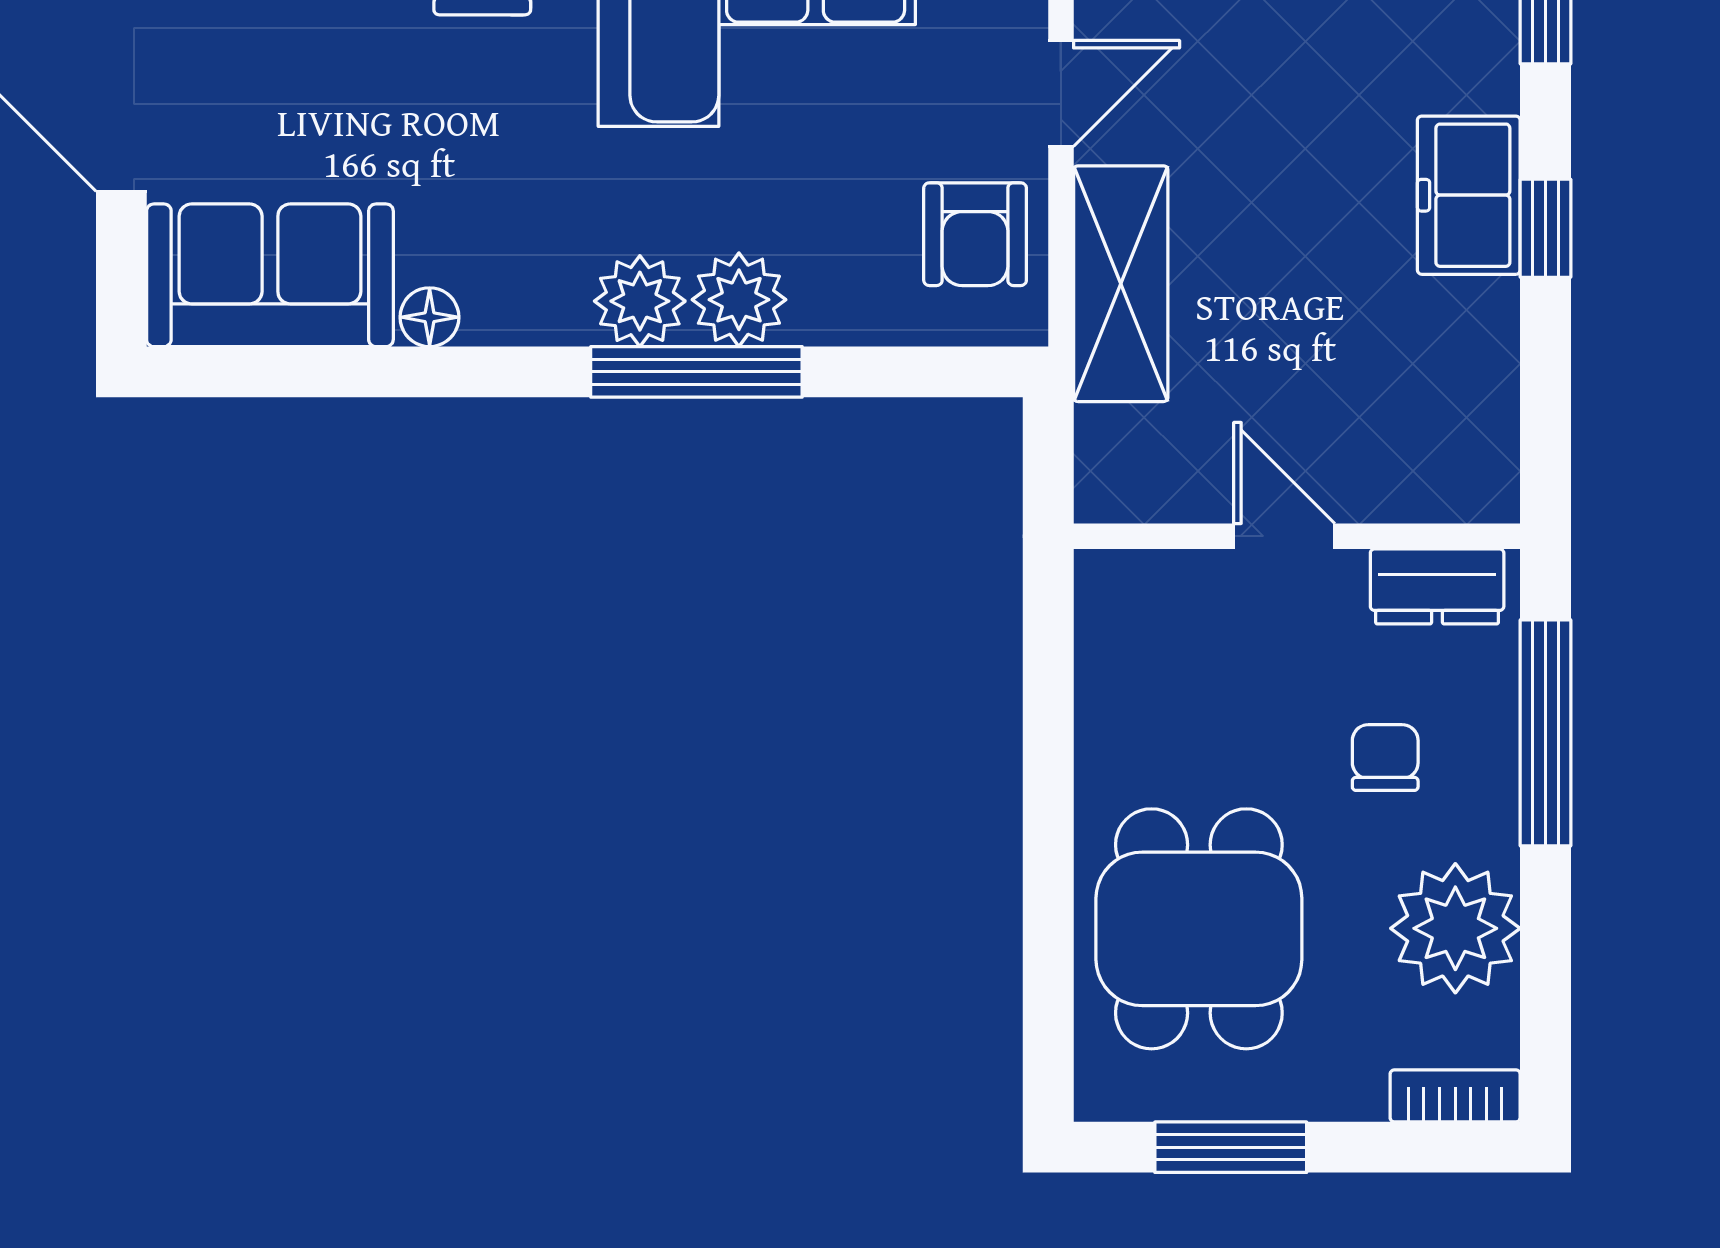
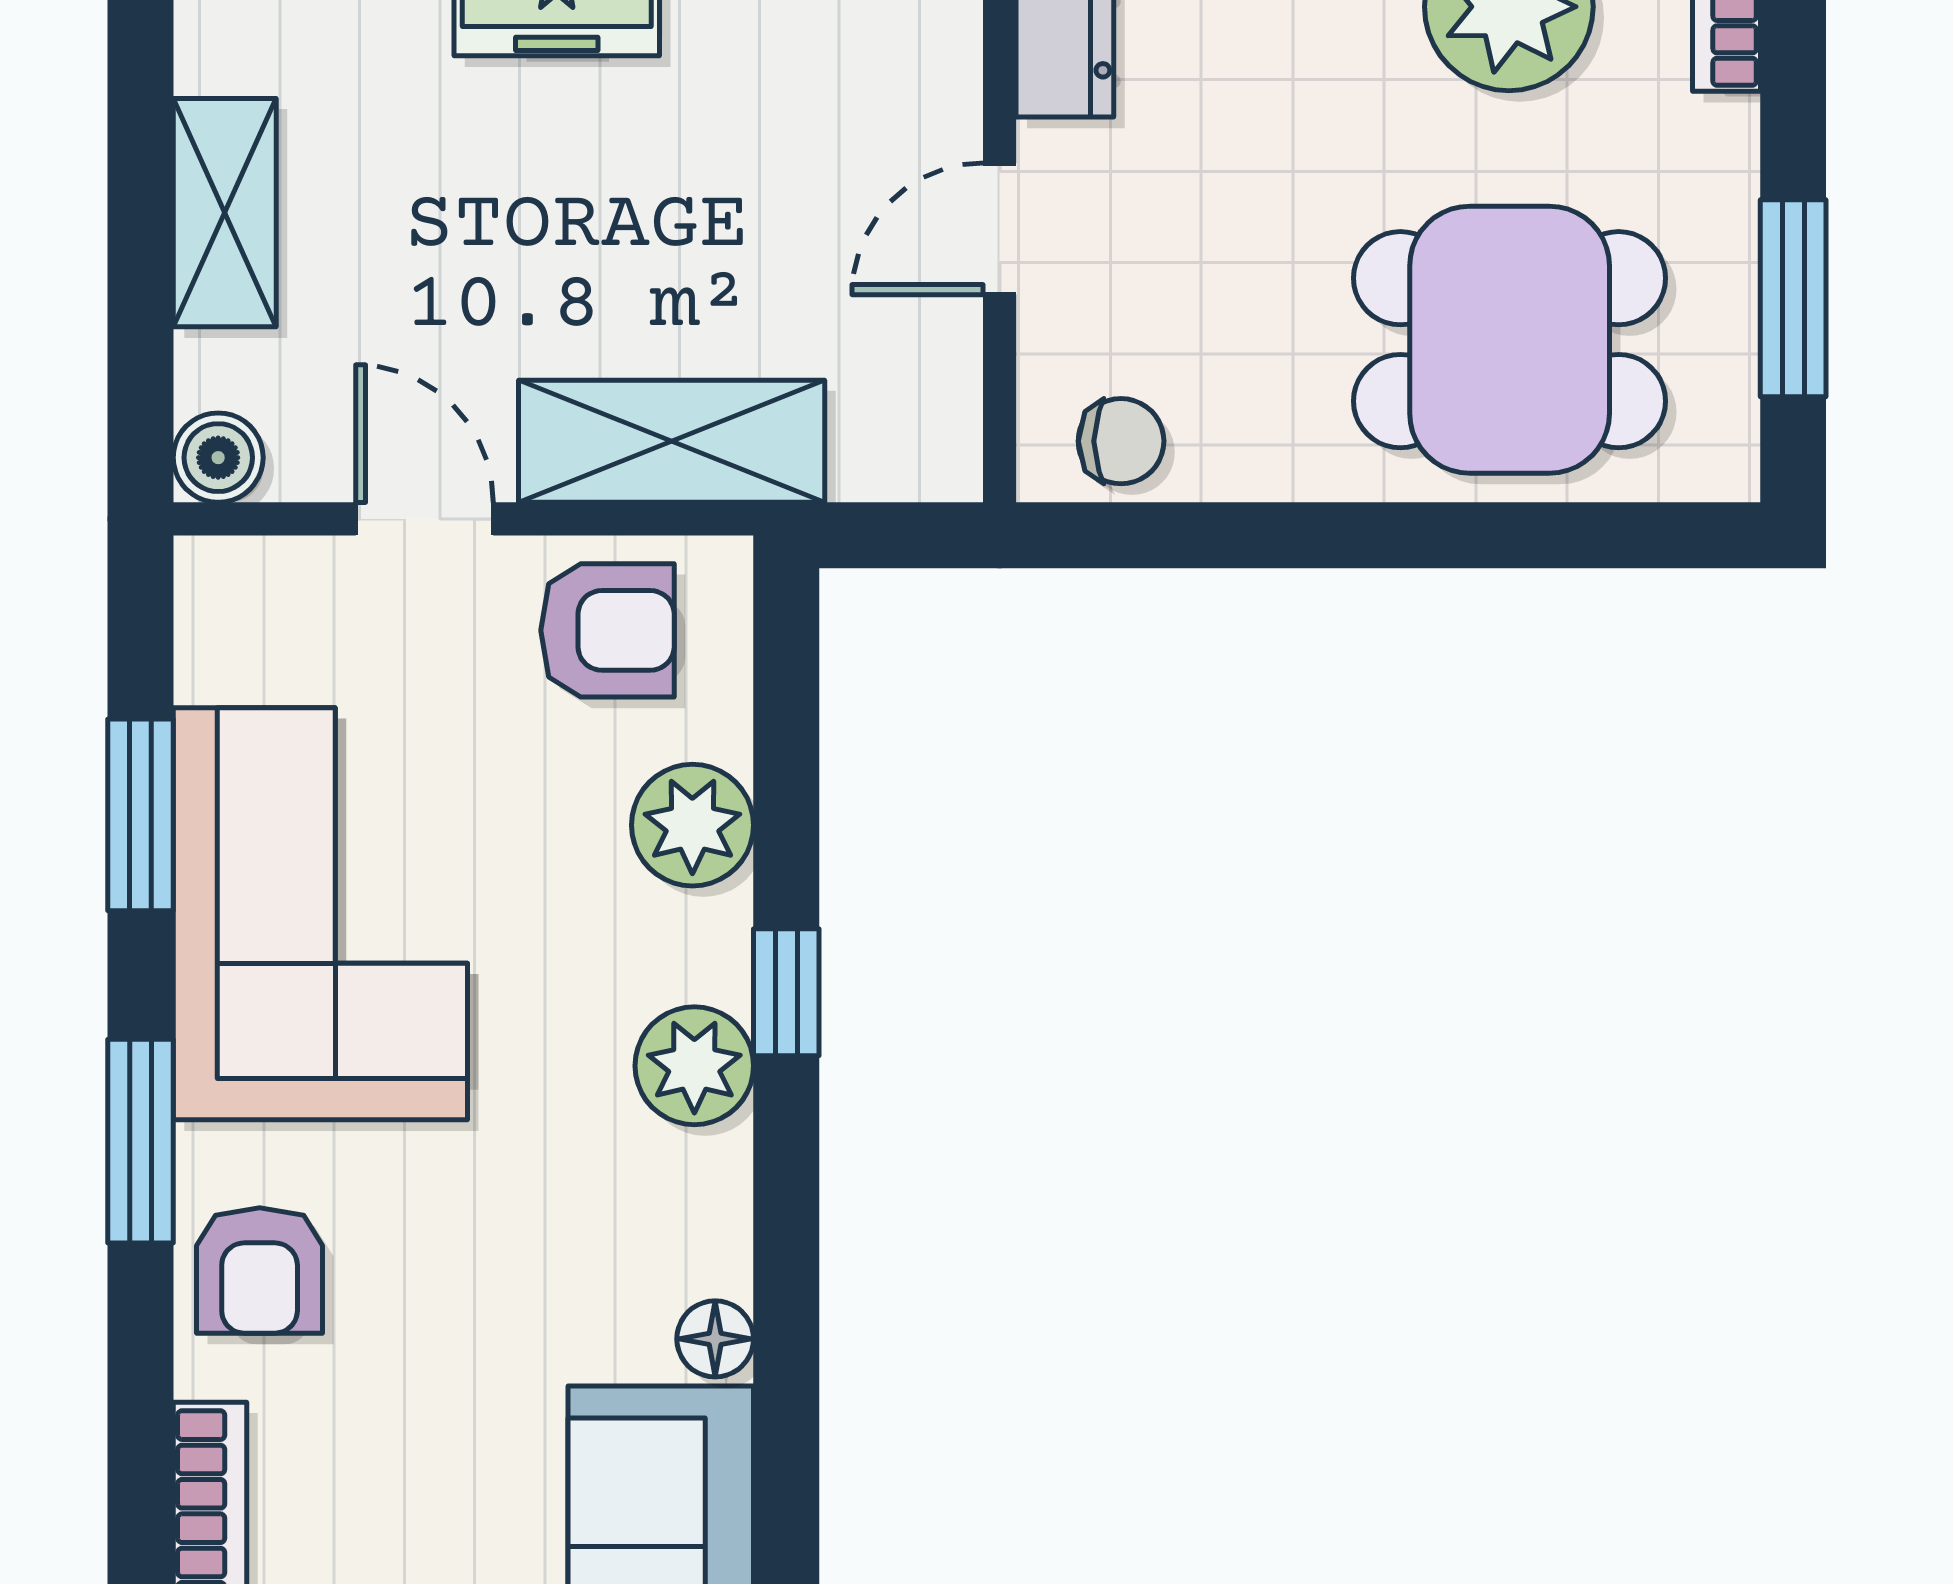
plant: (739, 300) -> (692, 825), moved
window: (696, 372) -> (786, 992), width x0.46
chair: (1385, 758) -> (1121, 441), moved, turned 180

